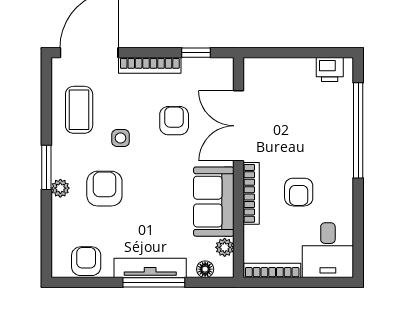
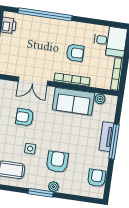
double door: (239, 126) -> (33, 81), width x0.73
armchair: (104, 189) -> (57, 162), turned 90
armchair: (86, 261) -> (97, 178), turned 90
tv unit: (150, 268) -> (106, 137), width x0.71
floor lamp: (205, 269) -> (111, 112), removed

